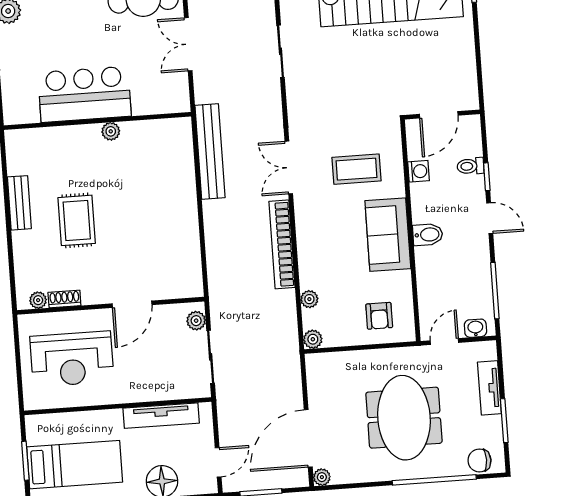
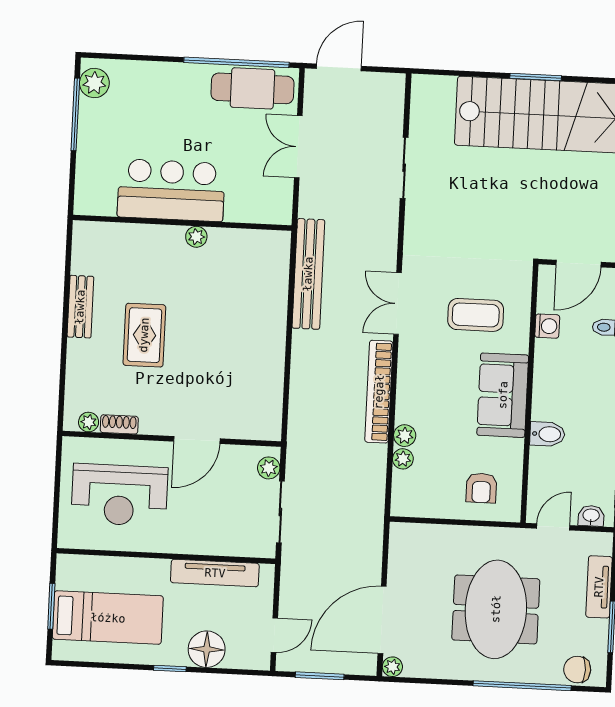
bidet: (428, 235) -> (547, 434), moved
plant: (313, 339) -> (405, 436), moved

